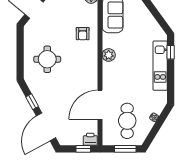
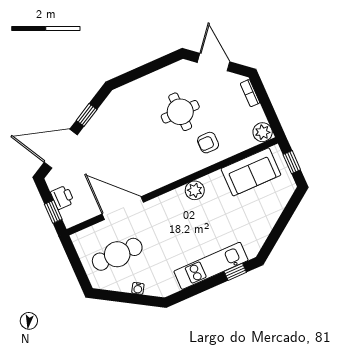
round table: (47, 59) -> (180, 112), moved
printer: (90, 139) -> (62, 197), moved
window: (125, 149) -> (78, 268), removed

